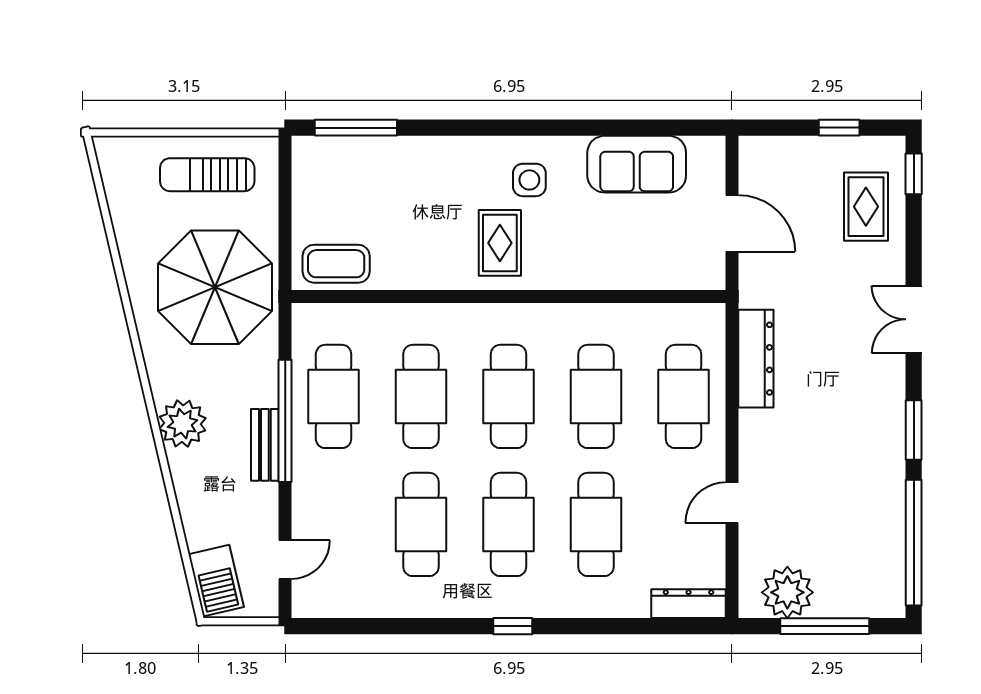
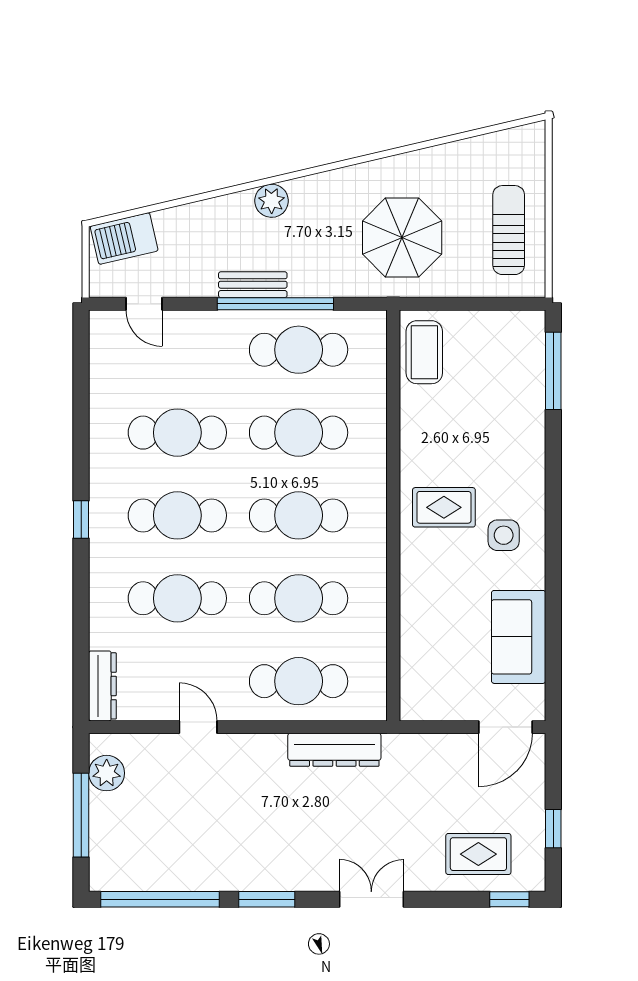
door: (732, 223) -> (505, 727), moved
parasol: (215, 287) -> (402, 237), width x0.73, depth x0.73
plant: (183, 424) -> (272, 201), width x0.73, depth x0.73
plant: (787, 592) -> (107, 773), width x0.73, depth x0.73

